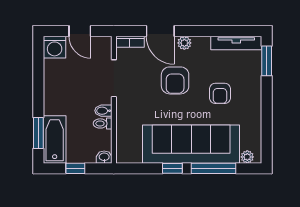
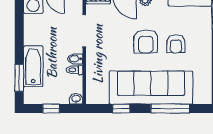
armchair: (175, 80) -> (146, 41), moved
bathtub: (55, 140) -> (33, 66), moved
plant: (247, 157) -> (199, 99), removed
window: (172, 168) -> (121, 109), moved

